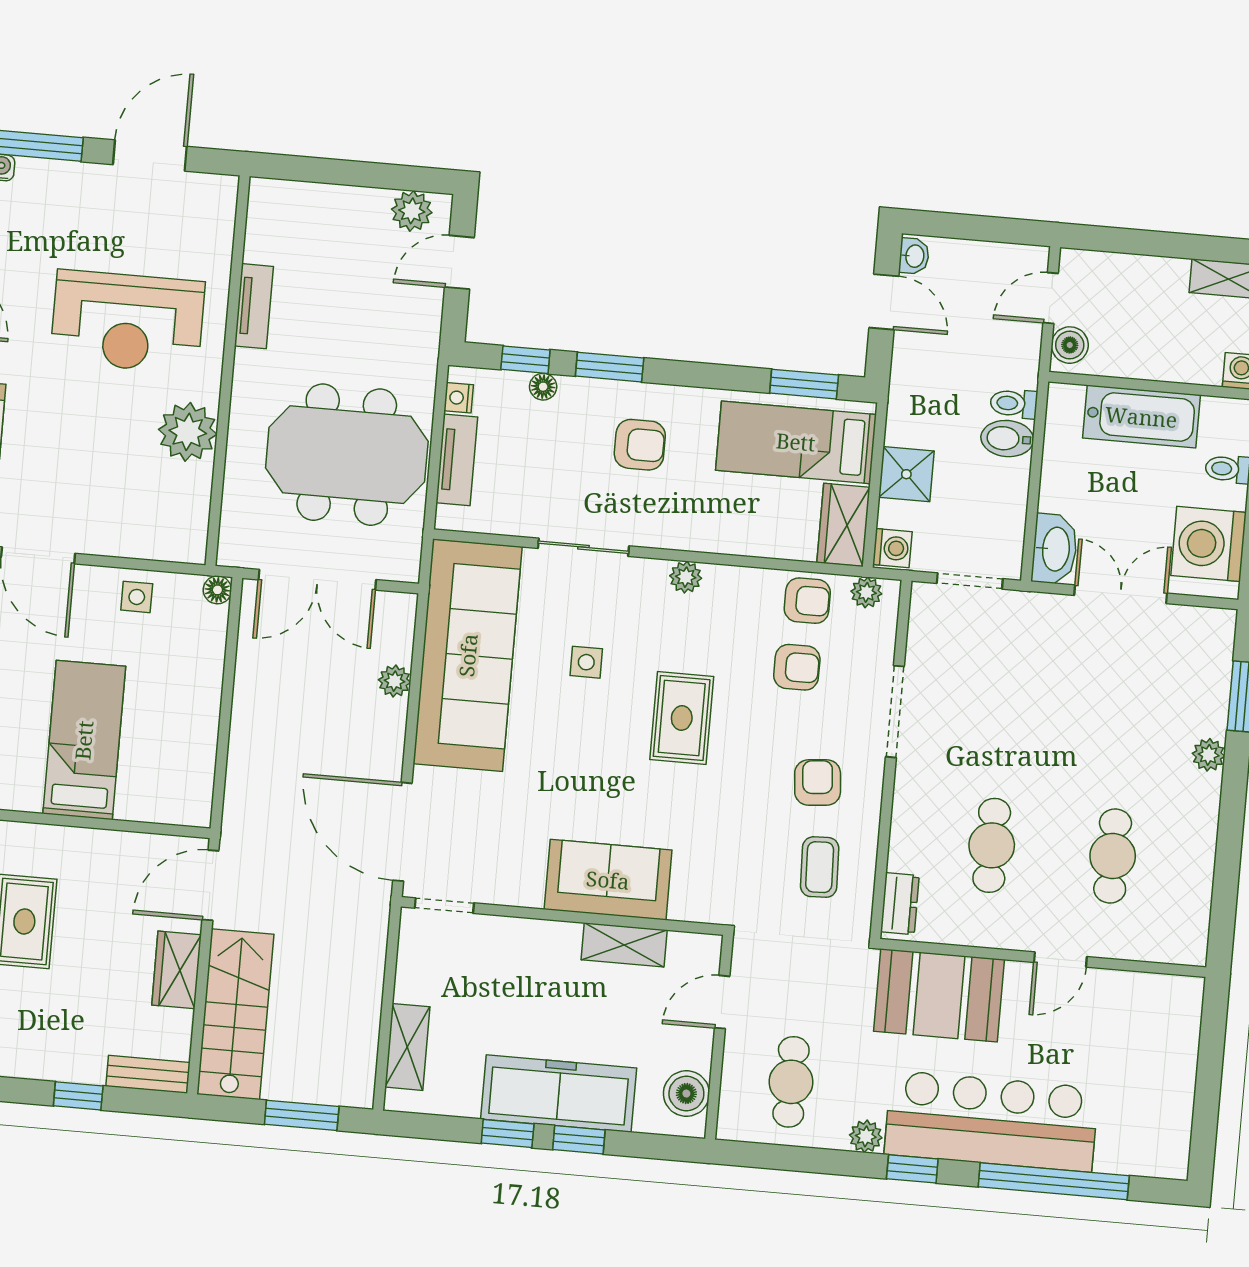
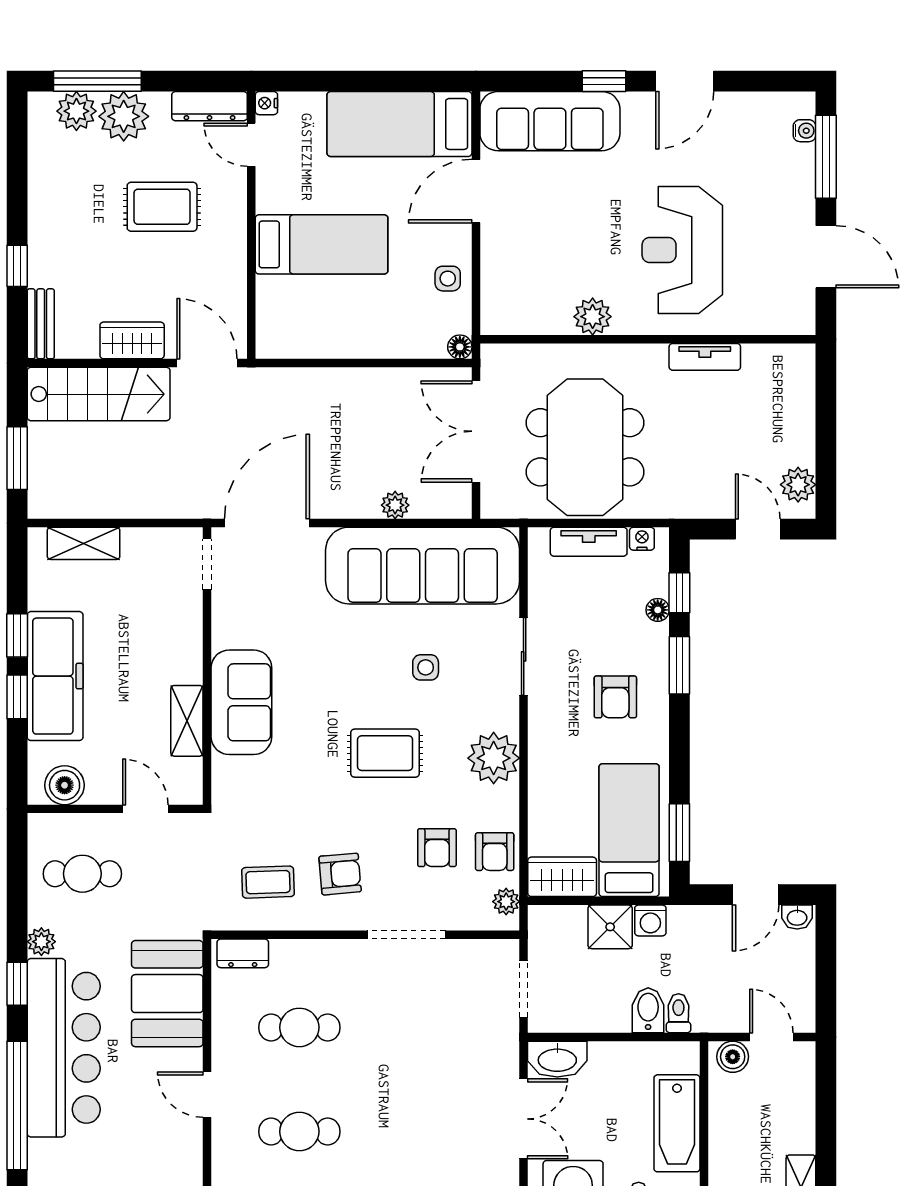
plant: (188, 432) -> (593, 317), width x0.73, depth x0.73
washing machine: (892, 548) -> (650, 920), moved
plant: (686, 577) -> (494, 758), width x1.87, depth x1.87

